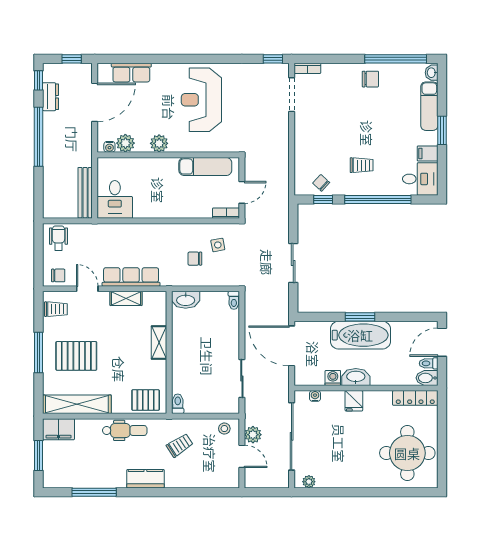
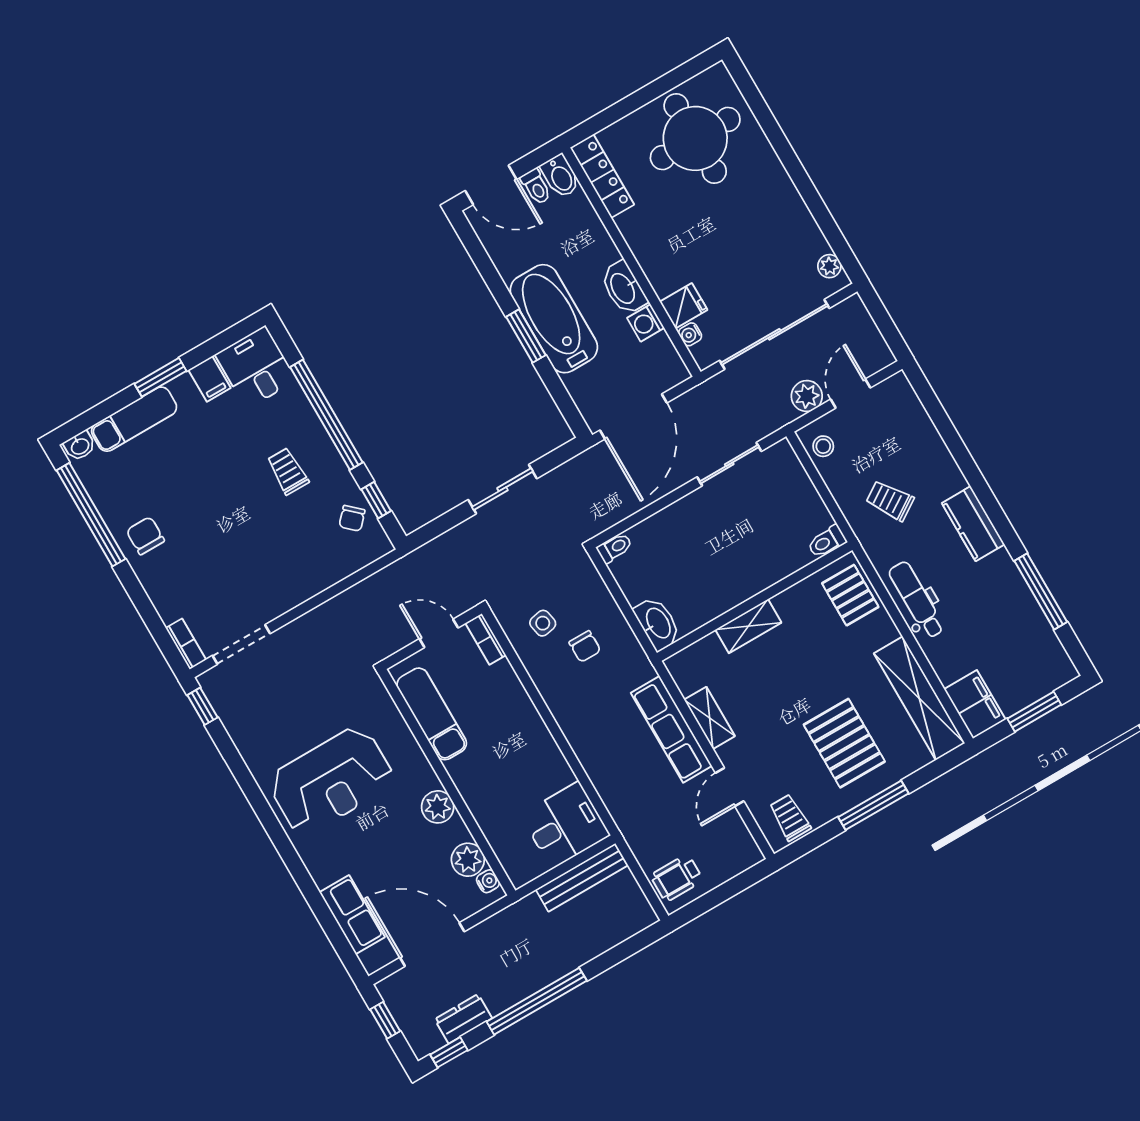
chair: (58, 275) -> (735, 844), removed
fridge: (354, 401) -> (684, 306), moved

